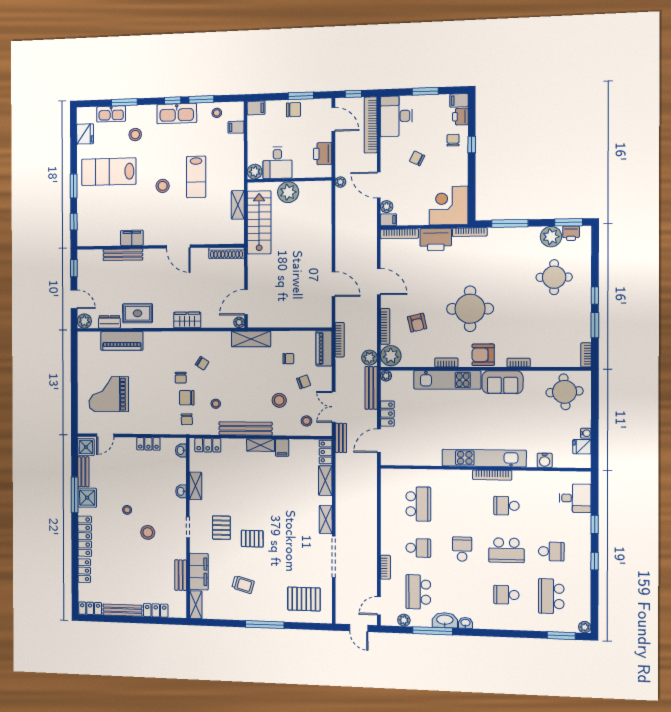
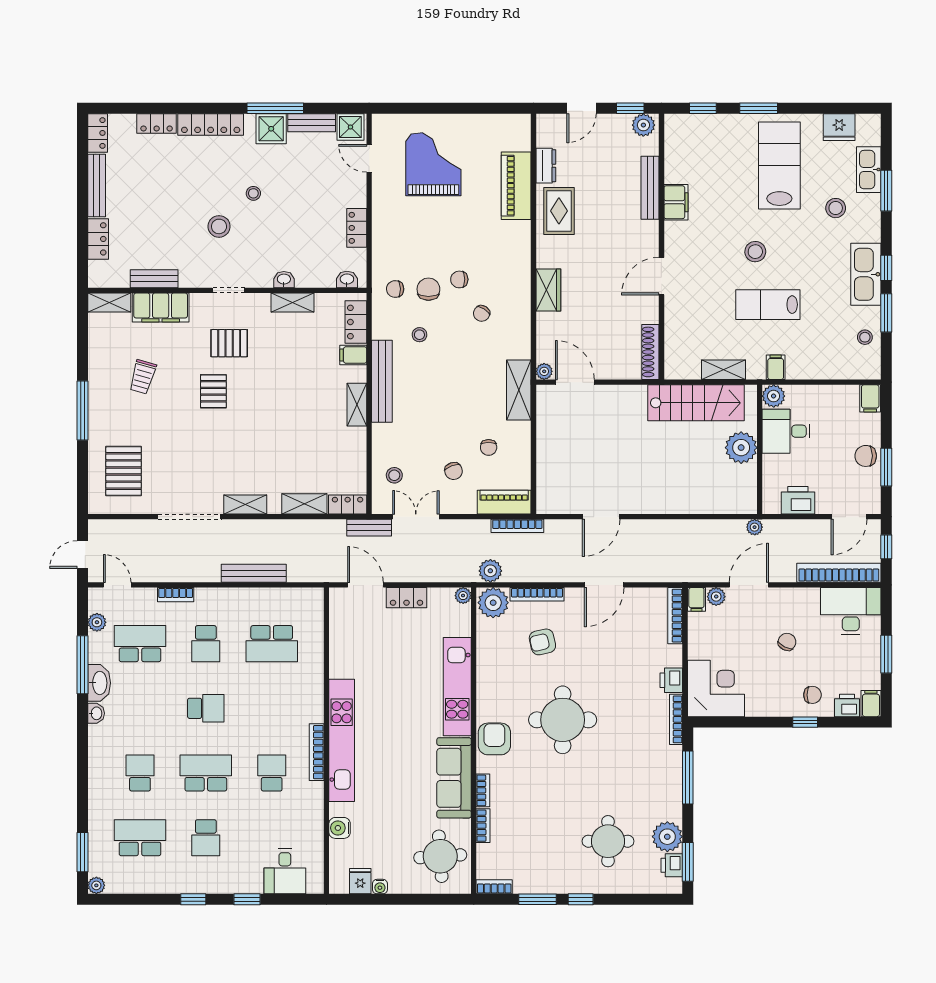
chair: (294, 110) -> (866, 456), turned 90
filing cabinet: (236, 127) -> (776, 367), moved
printer: (436, 240) -> (671, 680), width x0.53, depth x0.68
plant: (84, 321) -> (643, 125), moved
bookcase: (446, 362) -> (483, 826), moved
sofa: (503, 382) -> (454, 778), width x1.36
bench: (371, 388) -> (254, 573), moved
stool: (279, 400) -> (425, 433), removed
filing cabinet: (282, 448) -> (353, 355), moved
school desk: (506, 550) -> (206, 773), turned 90

